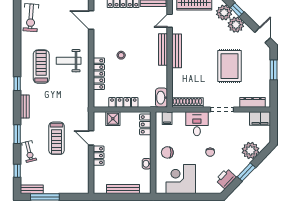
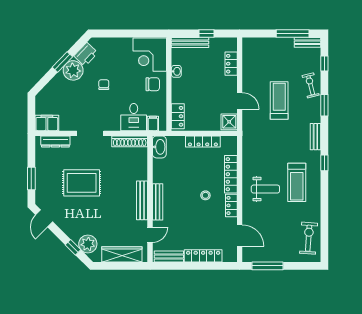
plant: (236, 25) -> (74, 230), removed
locker: (98, 46) -> (231, 205), added
rug: (230, 66) -> (82, 183), turned 90
shower: (113, 119) -> (229, 122), moved
desk: (197, 124) -> (134, 117), moved
plant: (251, 150) -> (73, 70), moved
locker: (99, 156) -> (231, 64), moved
corner desk: (181, 179) -> (150, 55), moved, turned 90
bench: (123, 189) -> (190, 43), moved
window: (120, 197) -> (207, 34), added

